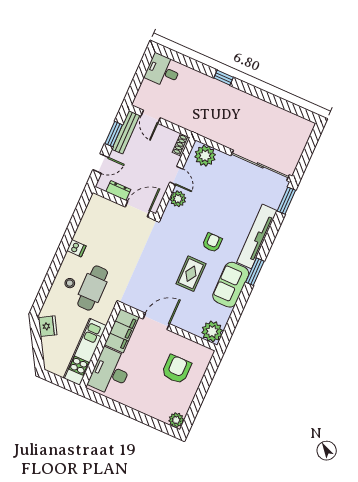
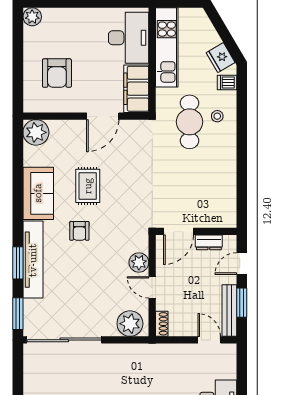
dishwasher: (76, 248) -> (227, 82), moved
window: (255, 272) -> (18, 263), moved

